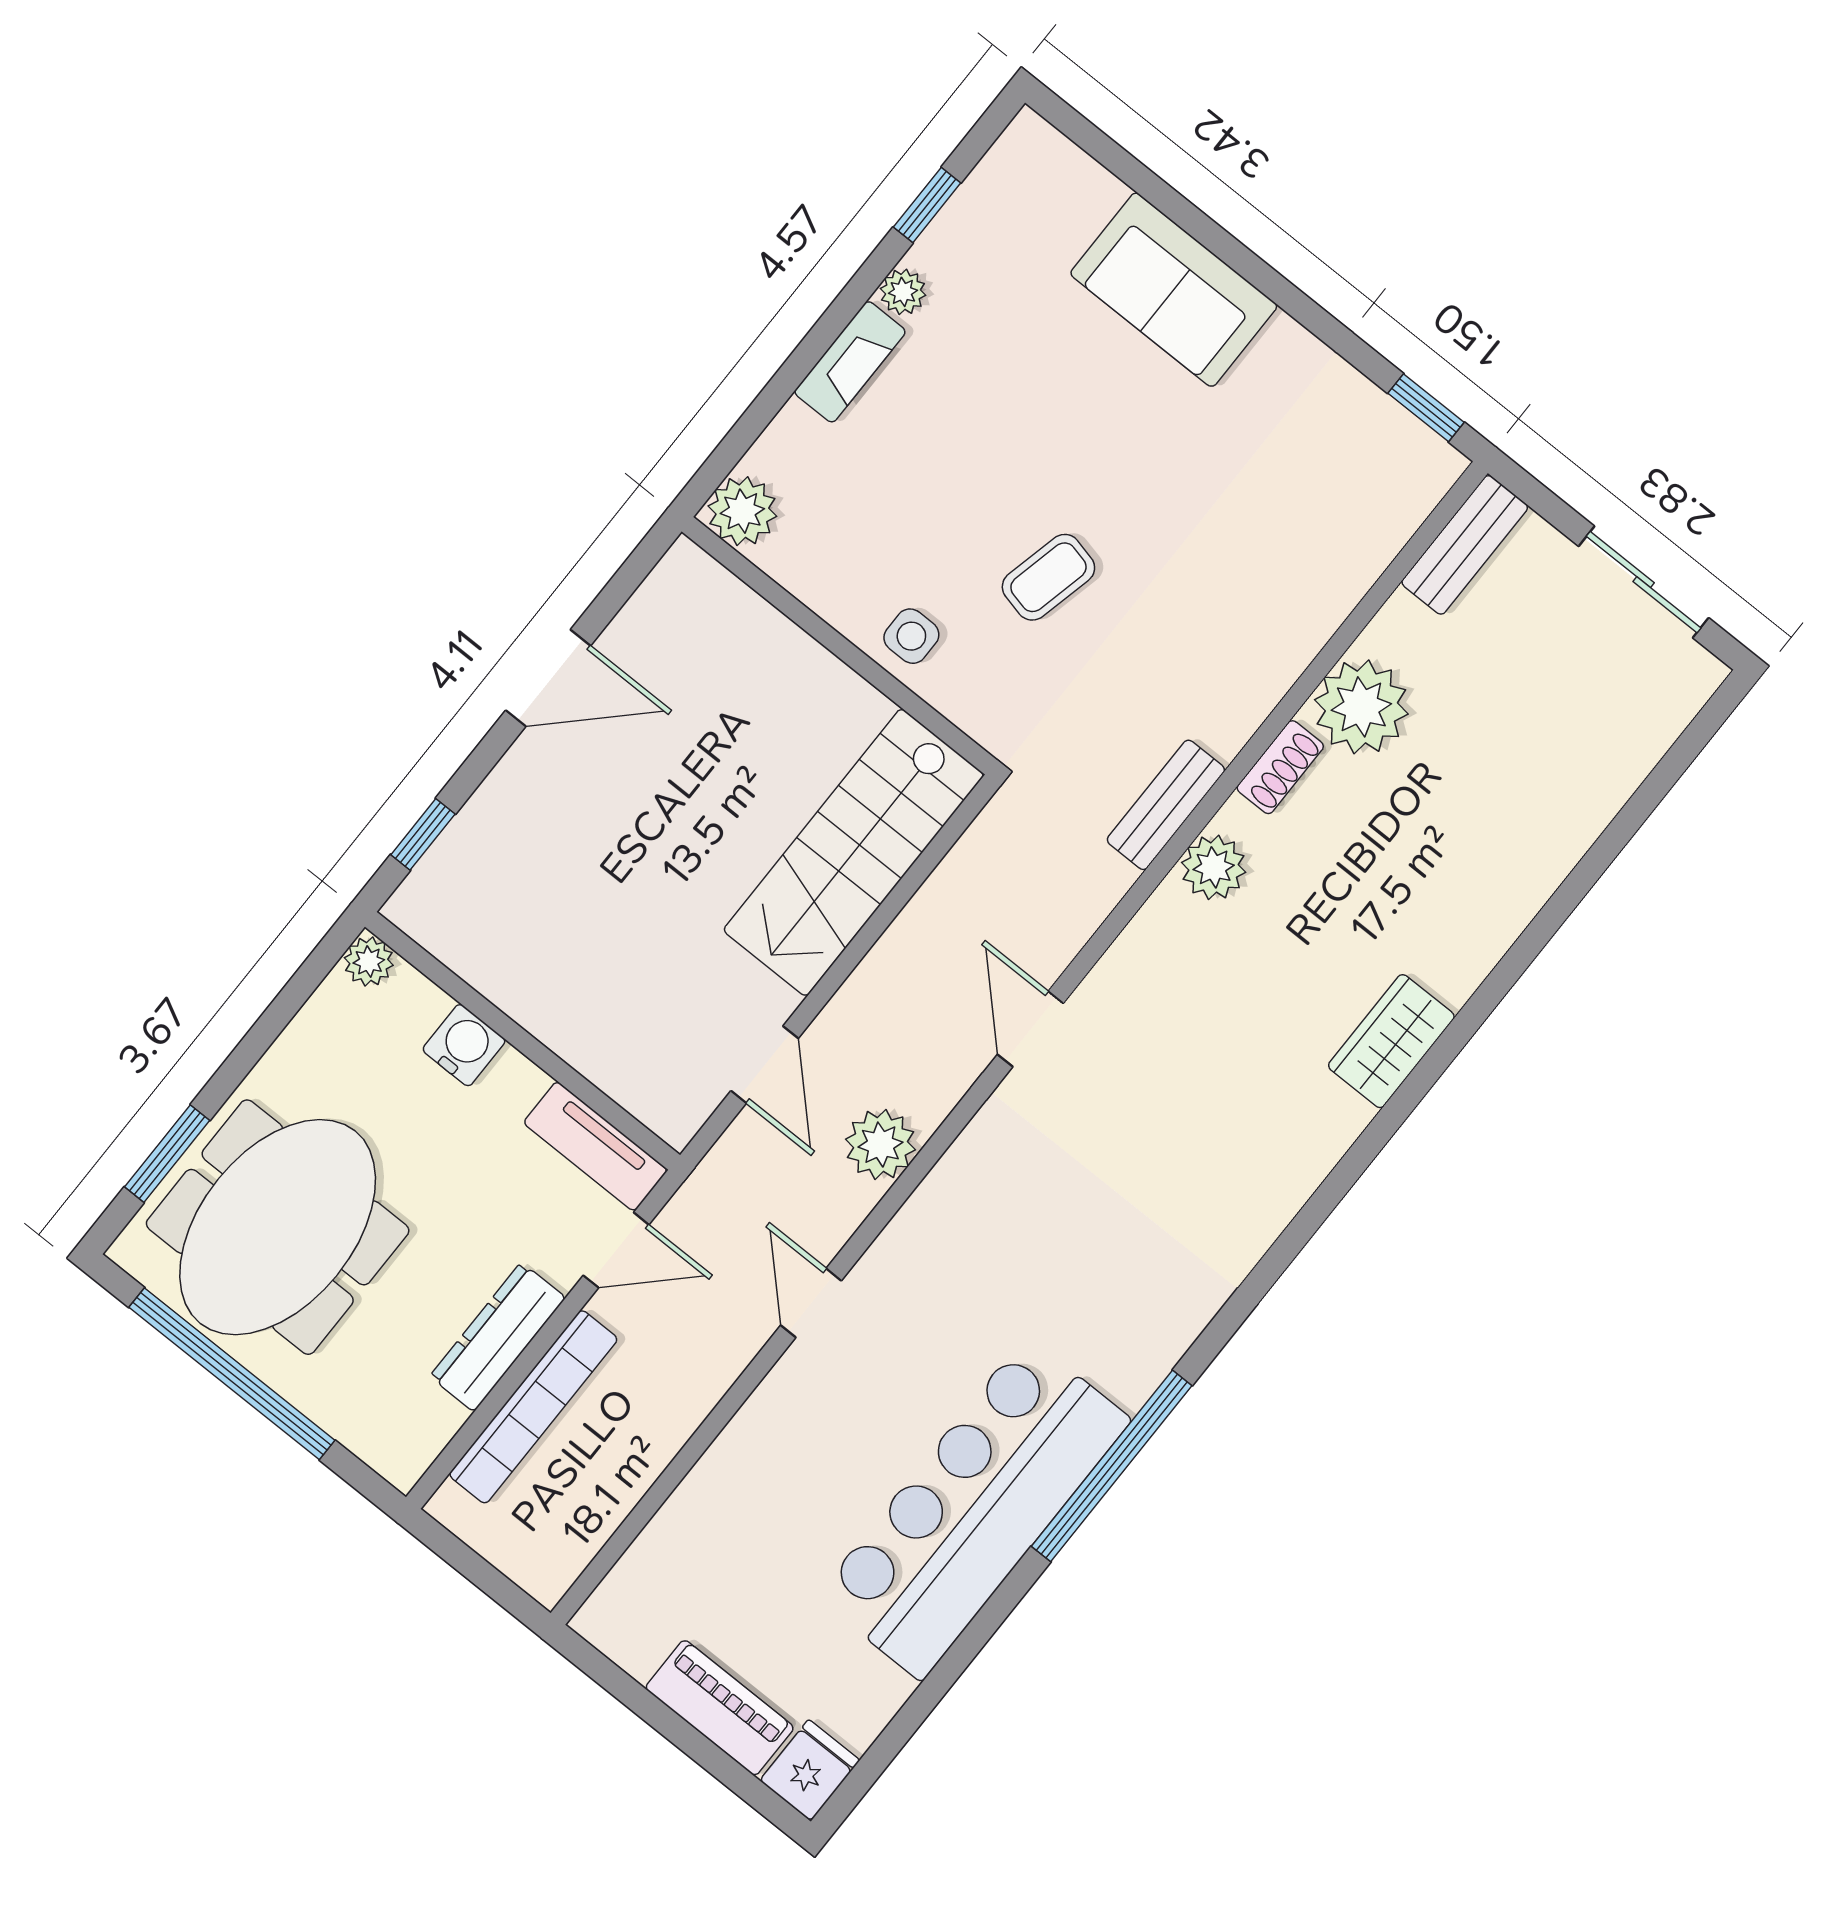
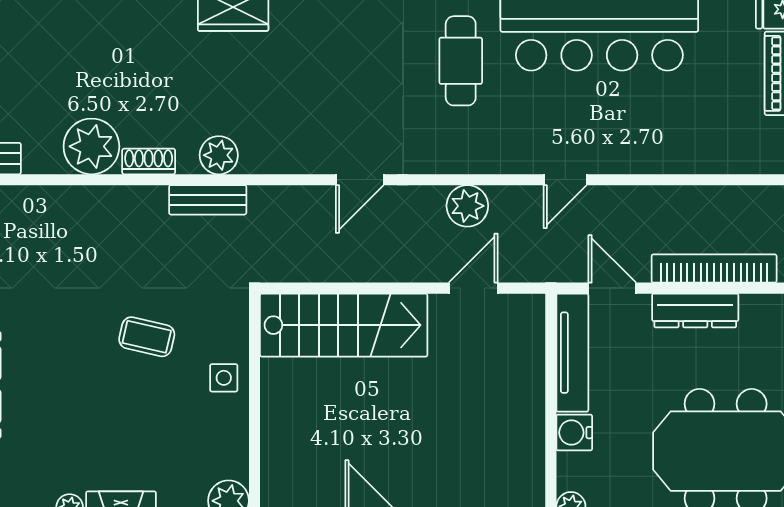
tv unit: (595, 1146) -> (572, 353), width x1.41
cafe table: (1081, 1291) -> (461, 61), added

